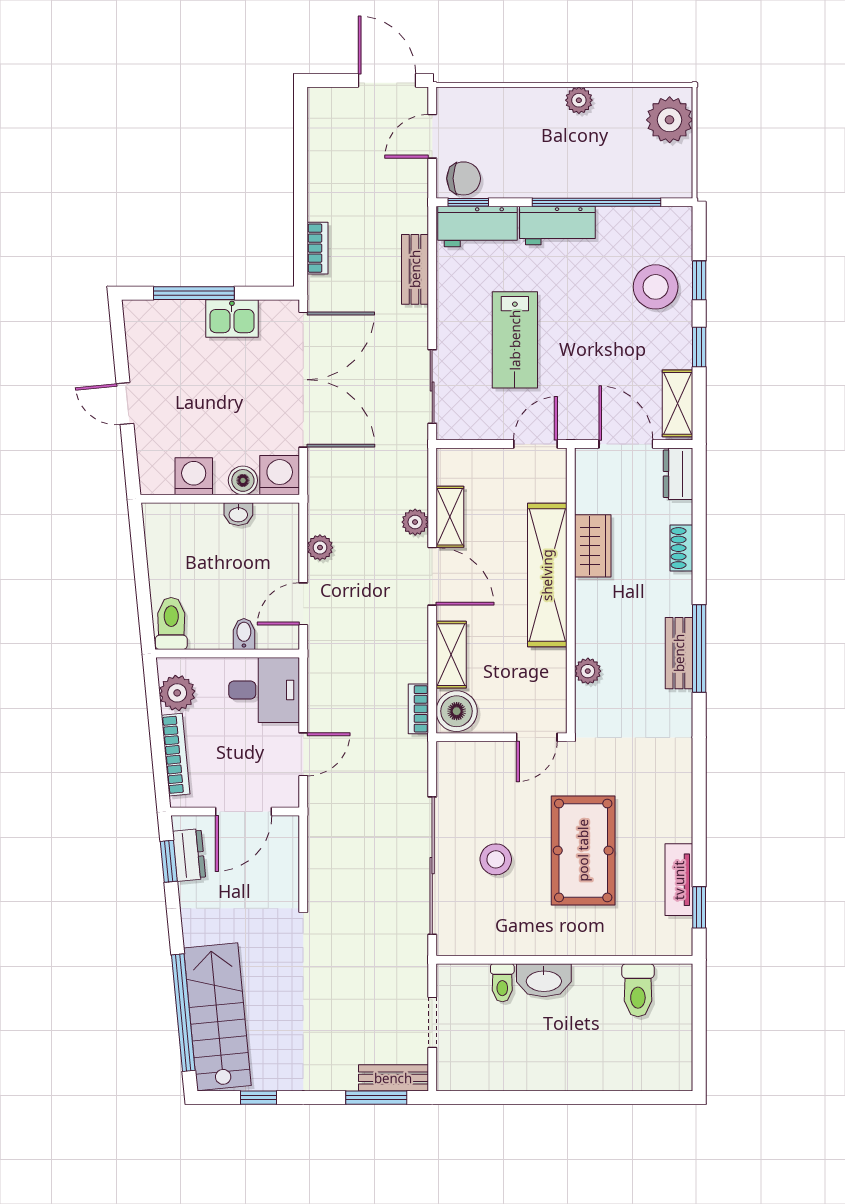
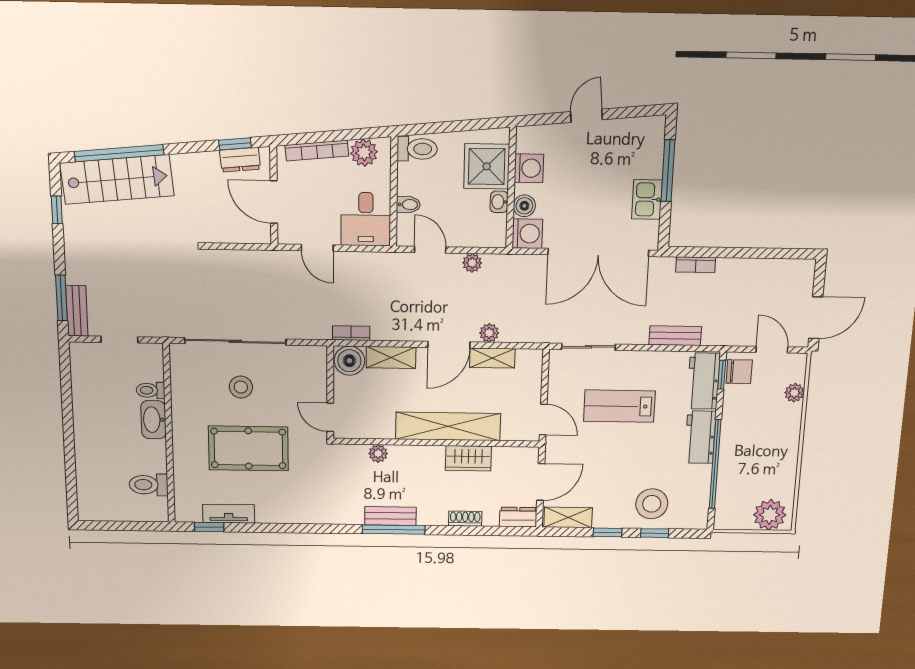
plant: (579, 100) -> (794, 393), moved
chair: (464, 178) -> (739, 372), turned -90
shower: (192, 532) -> (487, 166), added

